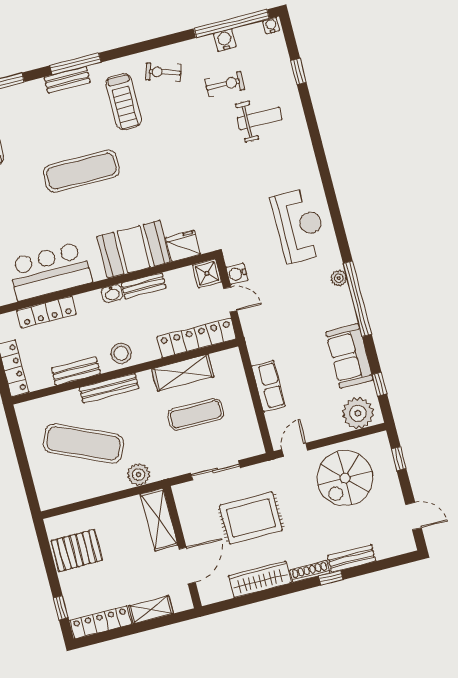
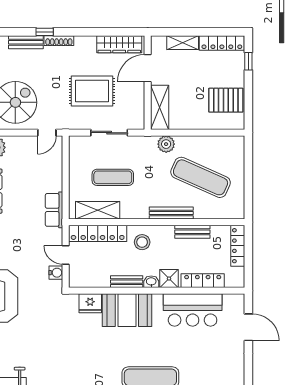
shower: (207, 273) -> (169, 279), moved
stool: (121, 353) -> (142, 242), moved
shelving: (183, 373) -> (98, 210), moved
row of seats: (269, 386) -> (54, 210), moved
wardrobe: (260, 579) -> (119, 44), moved

